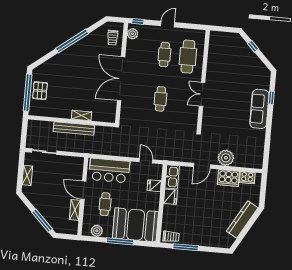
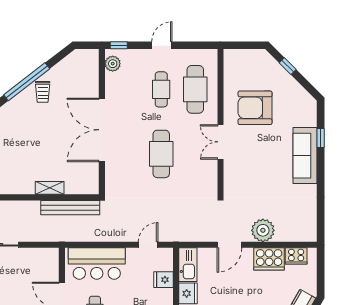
trolley: (113, 38) -> (43, 92), moved
armchair: (228, 73) -> (255, 108), added
cafe table: (160, 99) -> (161, 154), width x1.37, depth x1.35
bench: (74, 128) -> (70, 208), moved
door: (146, 161) -> (148, 245), hinge flipped

